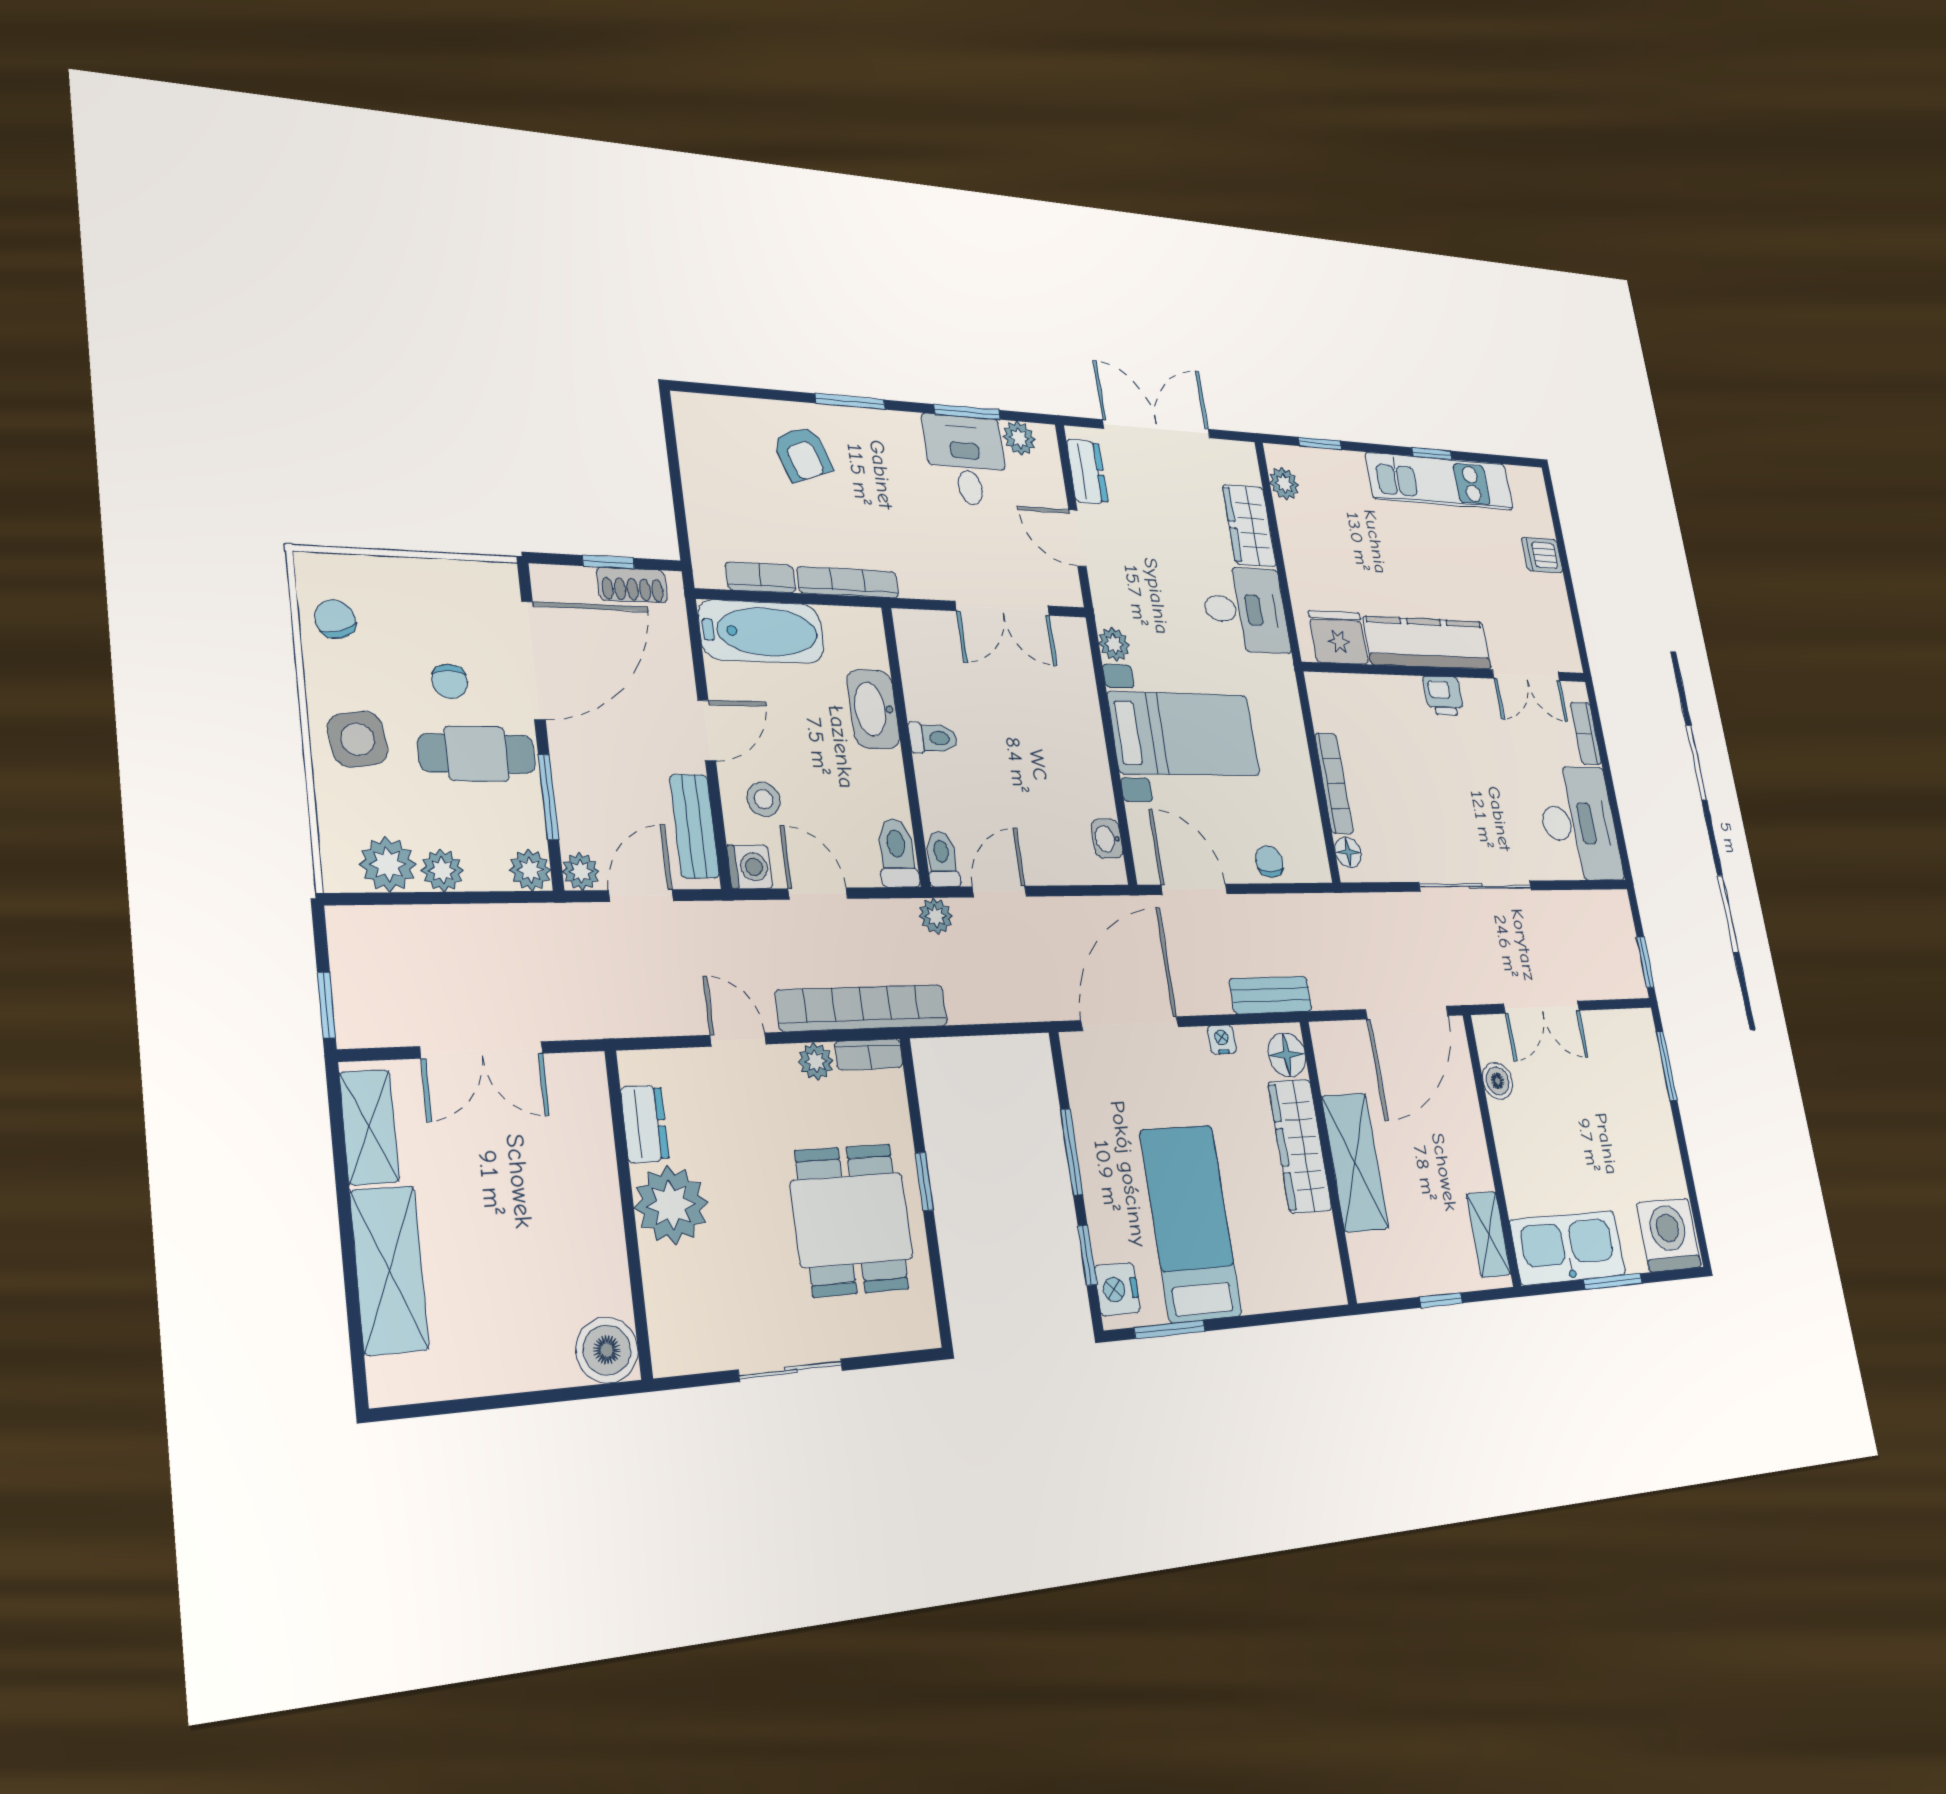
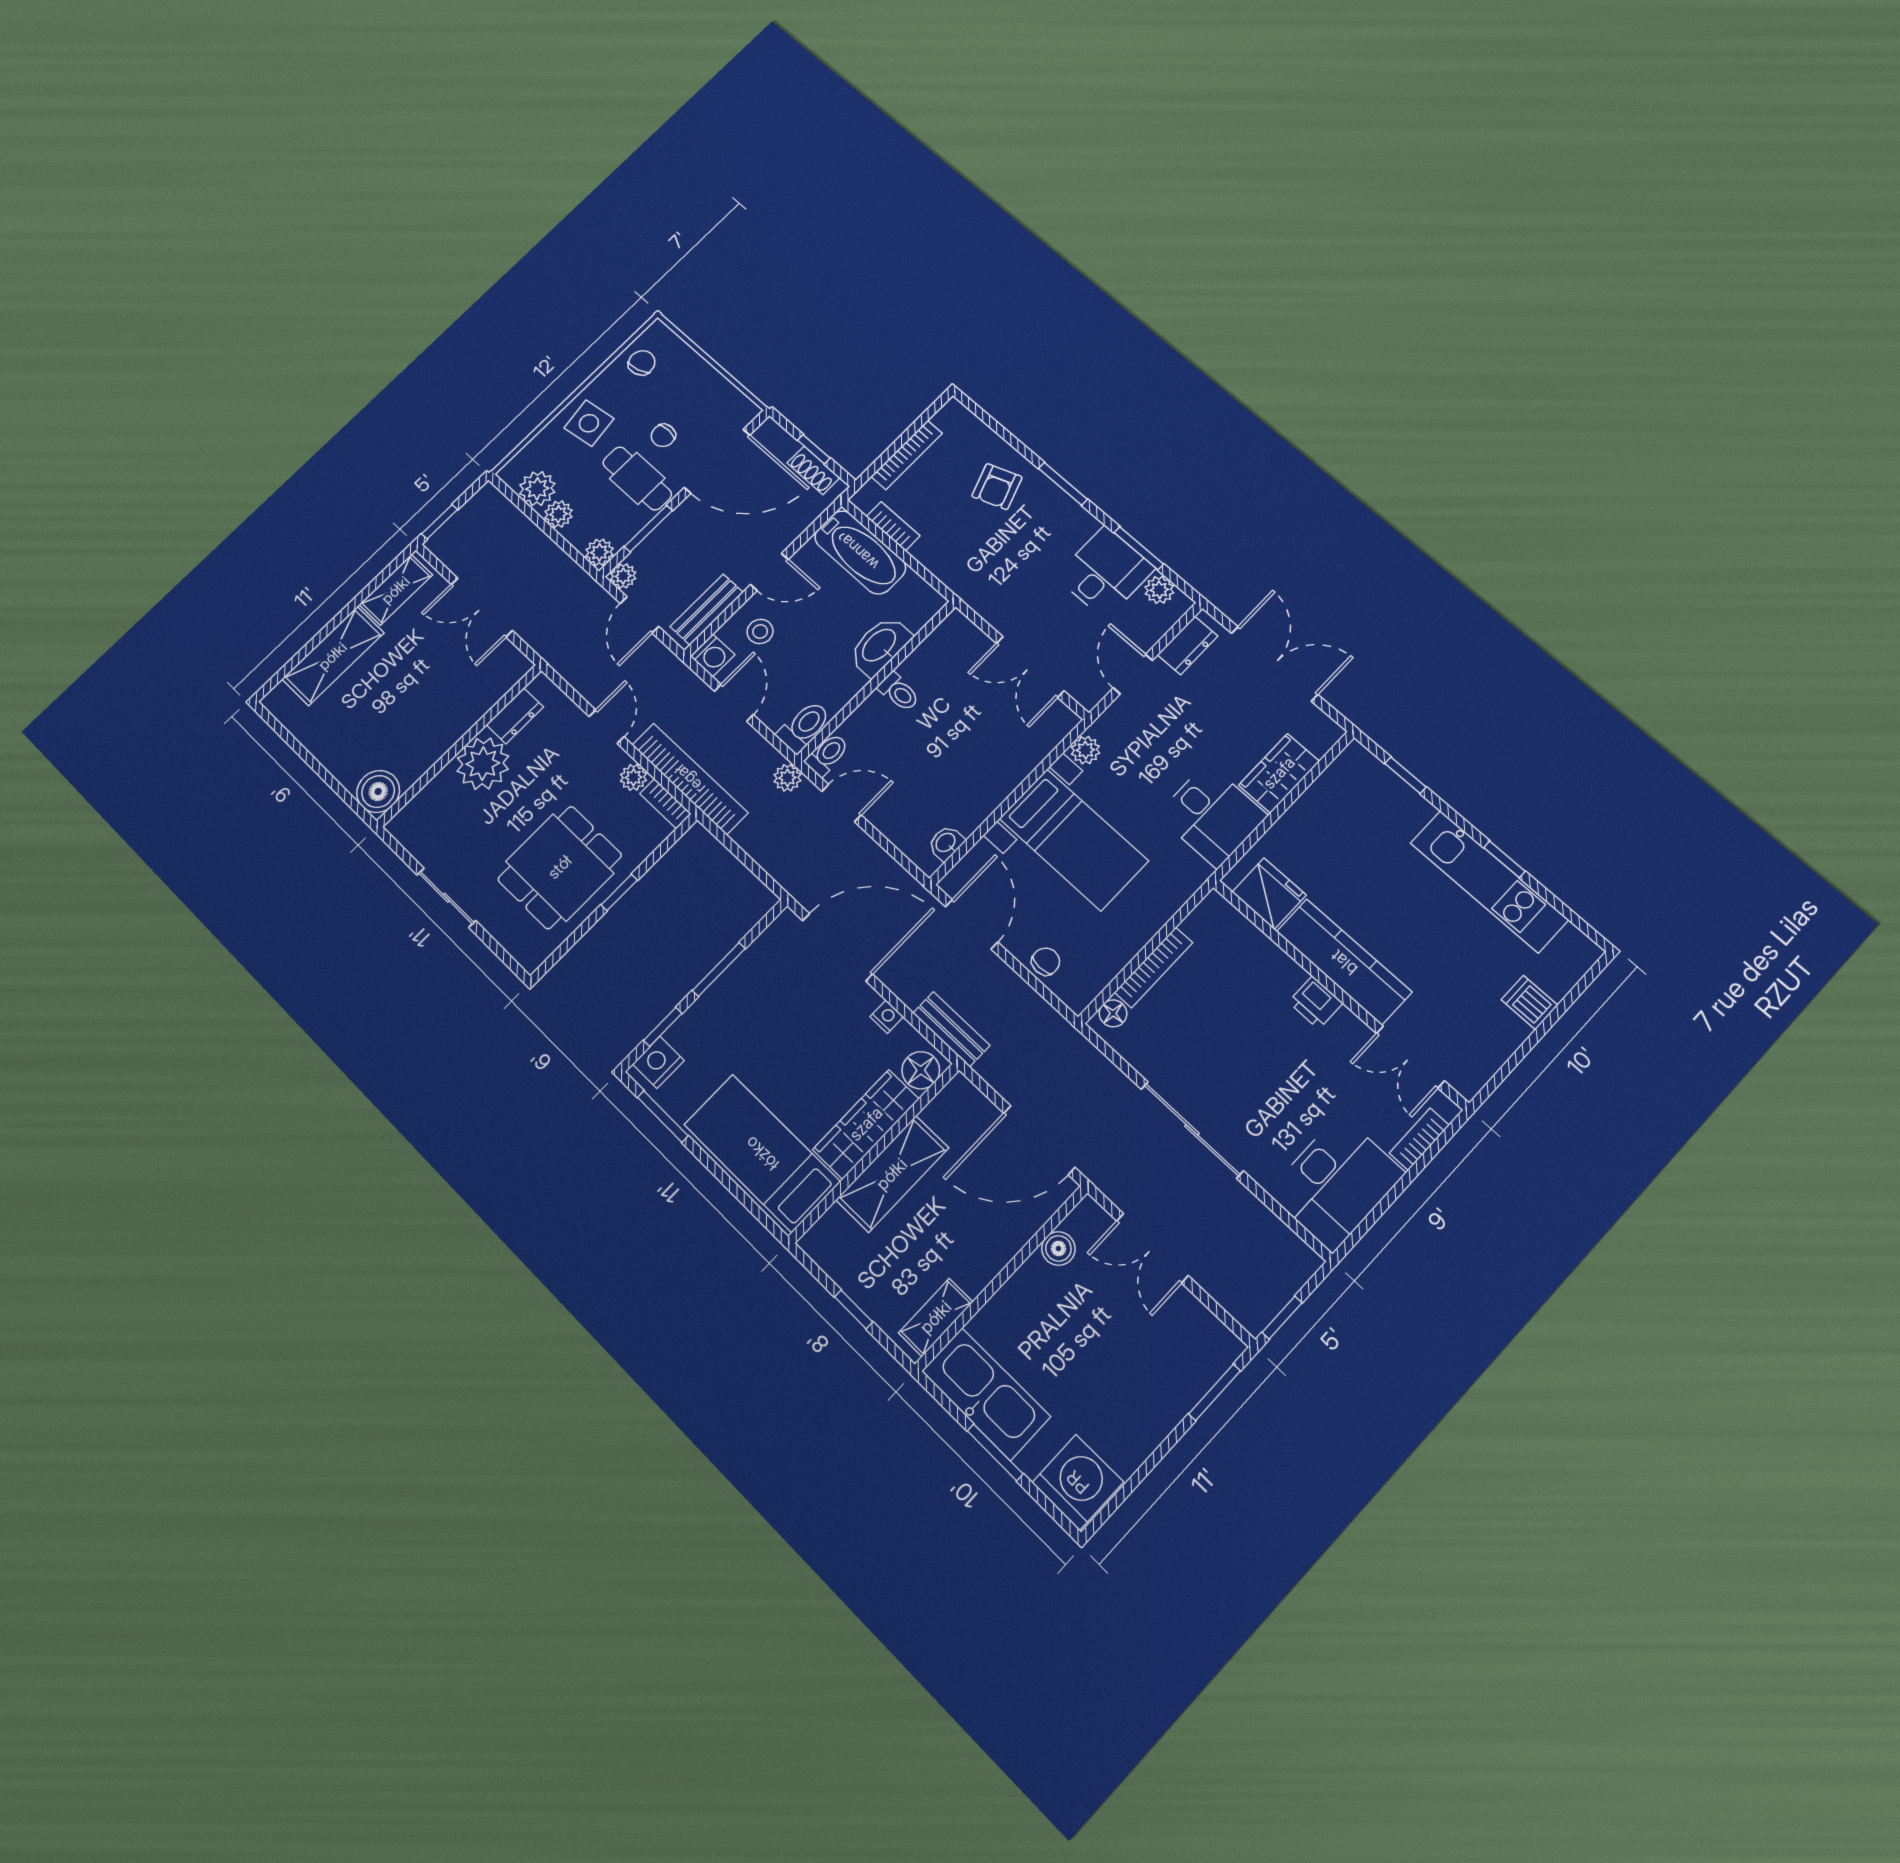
plant: (1284, 484) -> (1342, 773), removed
bookcase: (848, 582) -> (907, 455), moved, turned 90
door: (641, 896) -> (639, 615), swing flipped
bed: (1191, 1223) -> (762, 1153), moved, turned -90

